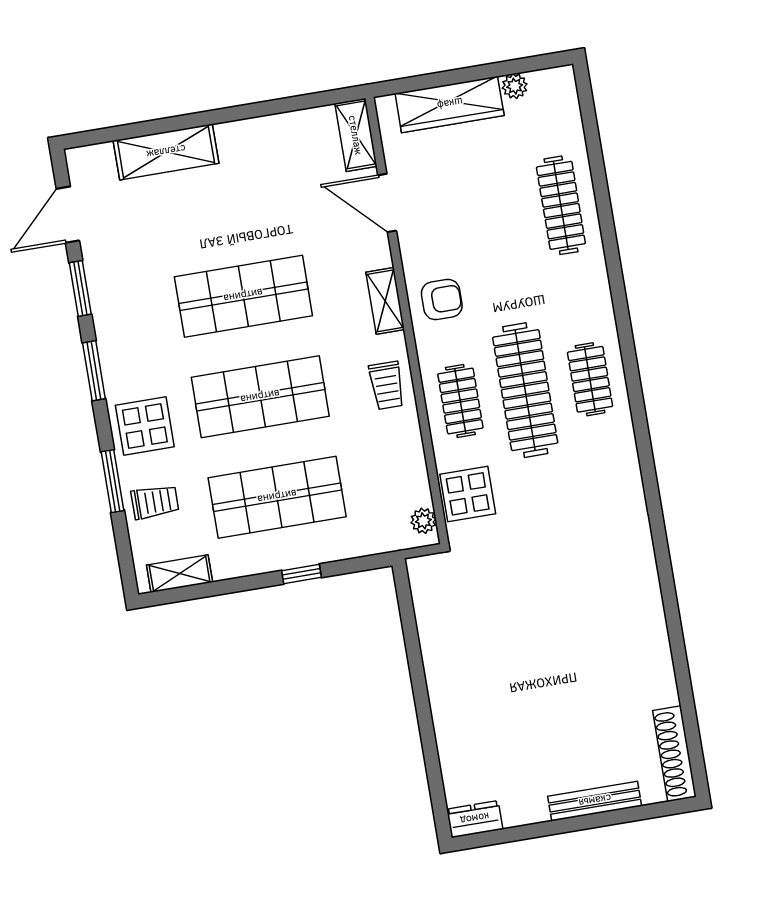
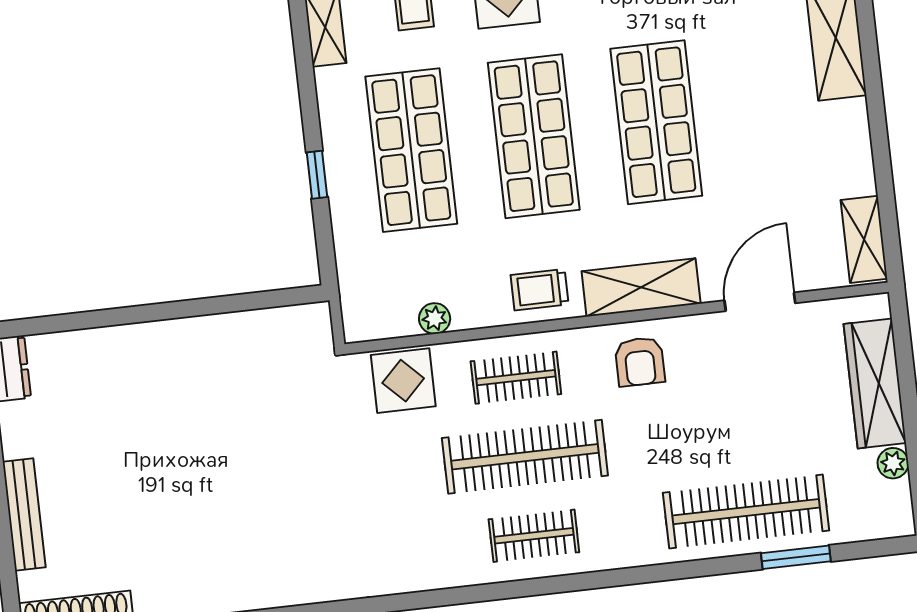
shelving: (356, 135) -> (864, 239), moved, turned 90
window: (596, 162) -> (796, 557), added
clothes rail: (561, 205) -> (746, 512), width x1.37, depth x1.31
shelving: (385, 301) -> (641, 287), width x1.50, depth x1.33
plant: (423, 521) -> (435, 318), moved

